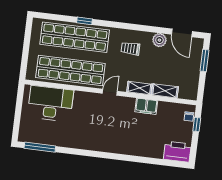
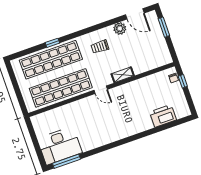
shelving: (165, 91) -> (144, 67), removed
door: (110, 92) -> (101, 90), swing flipped
desk: (51, 104) -> (60, 146), moved, turned 180
filing cabinet: (146, 106) -> (135, 87), removed
printer: (177, 152) -> (163, 116), moved

